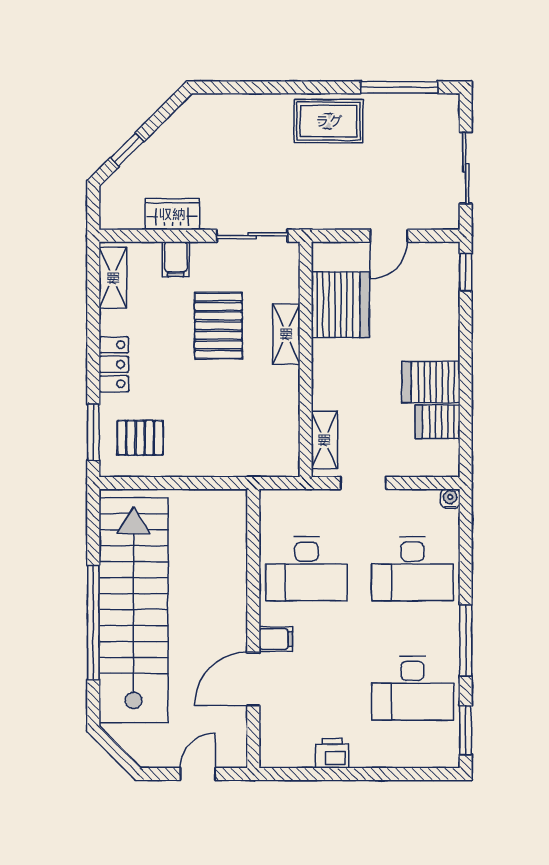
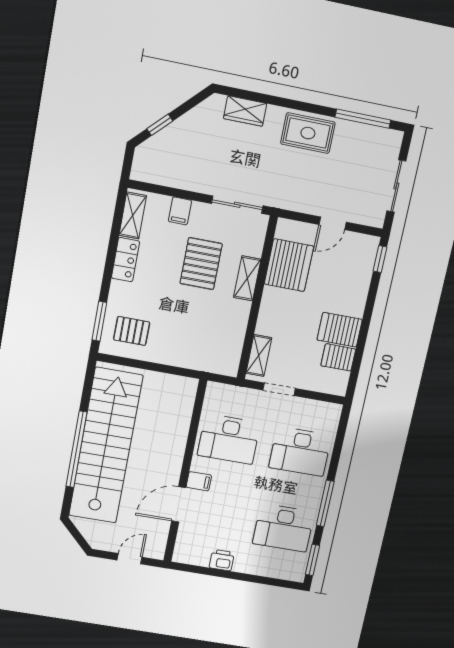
wardrobe: (172, 214) -> (245, 111), moved, turned 180
locker: (114, 364) -> (125, 260), moved
water cooler: (450, 499) -> (335, 410), removed

